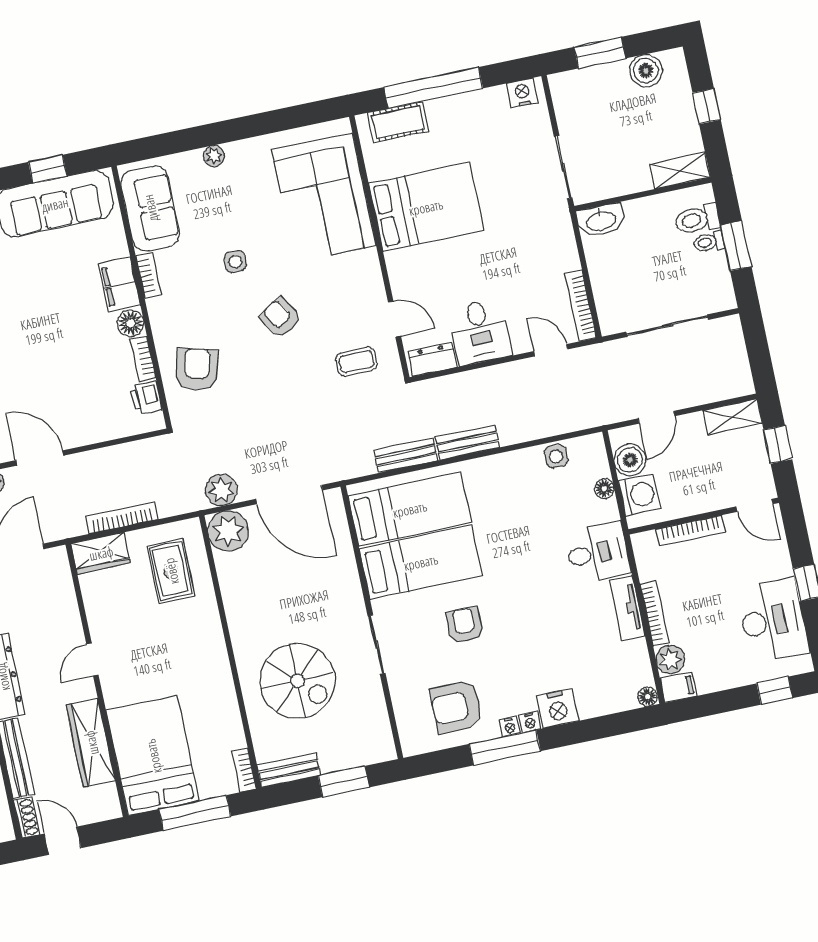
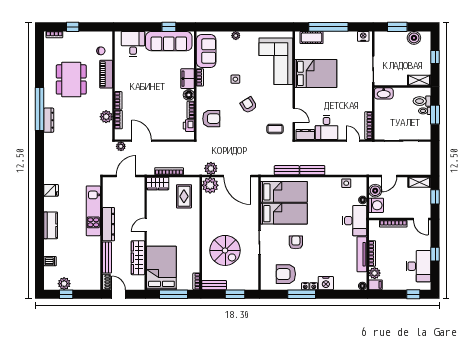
armchair: (197, 369) -> (211, 119), turned 75
desk: (598, 553) -> (355, 221), width x1.37
tv unit: (627, 608) -> (362, 254), width x1.41

